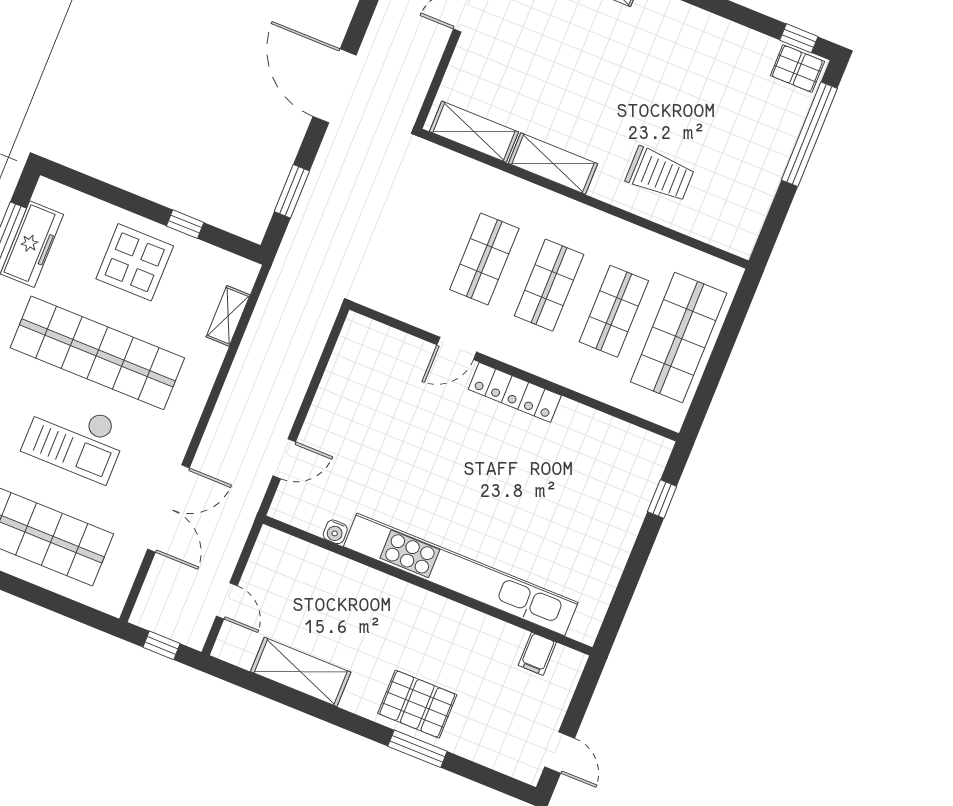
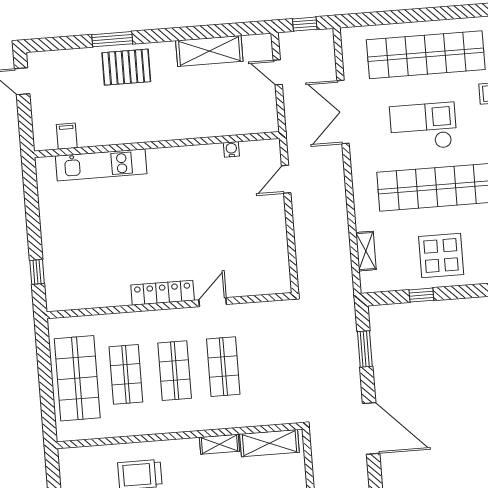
shelving: (553, 164) -> (219, 444), width x0.67, depth x0.75
kitchen unit: (461, 574) -> (101, 165), width x0.54

